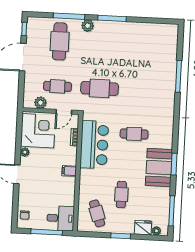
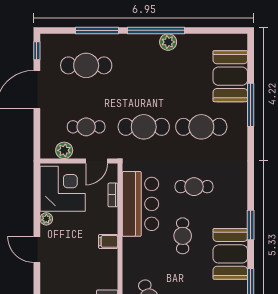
window: (112, 18) -> (156, 30), width x1.46
plant: (88, 26) -> (168, 42), moved
cafe table: (60, 41) -> (86, 65), turned 90
booth: (165, 55) -> (230, 76), added
cafe table: (142, 91) -> (201, 127), added
booth: (159, 167) -> (230, 254), moved
cafe table: (121, 194) -> (183, 236), moved

